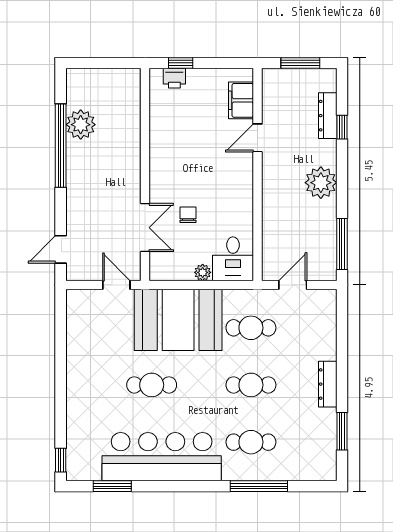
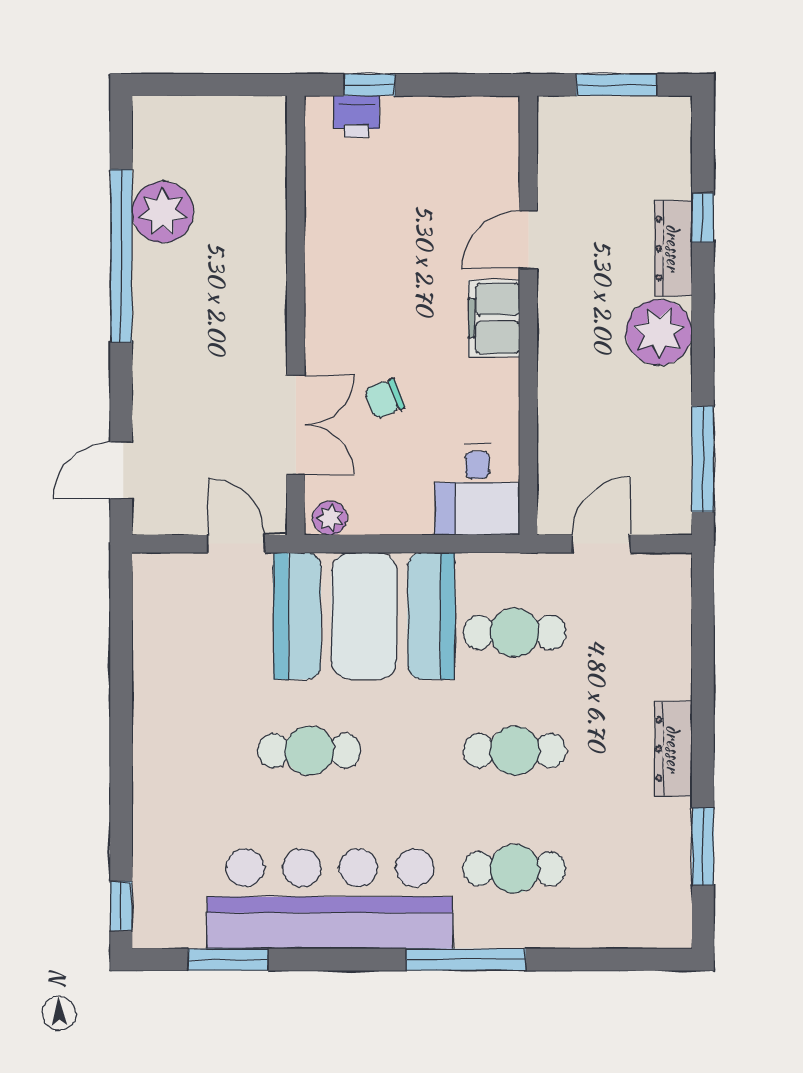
filing cabinet: (241, 100) -> (494, 318), moved
dresser: (328, 116) -> (673, 248), moved
chair: (188, 215) -> (385, 399), turned -111
plant: (203, 272) -> (330, 518), moved
window: (259, 486) -> (466, 960), moved

